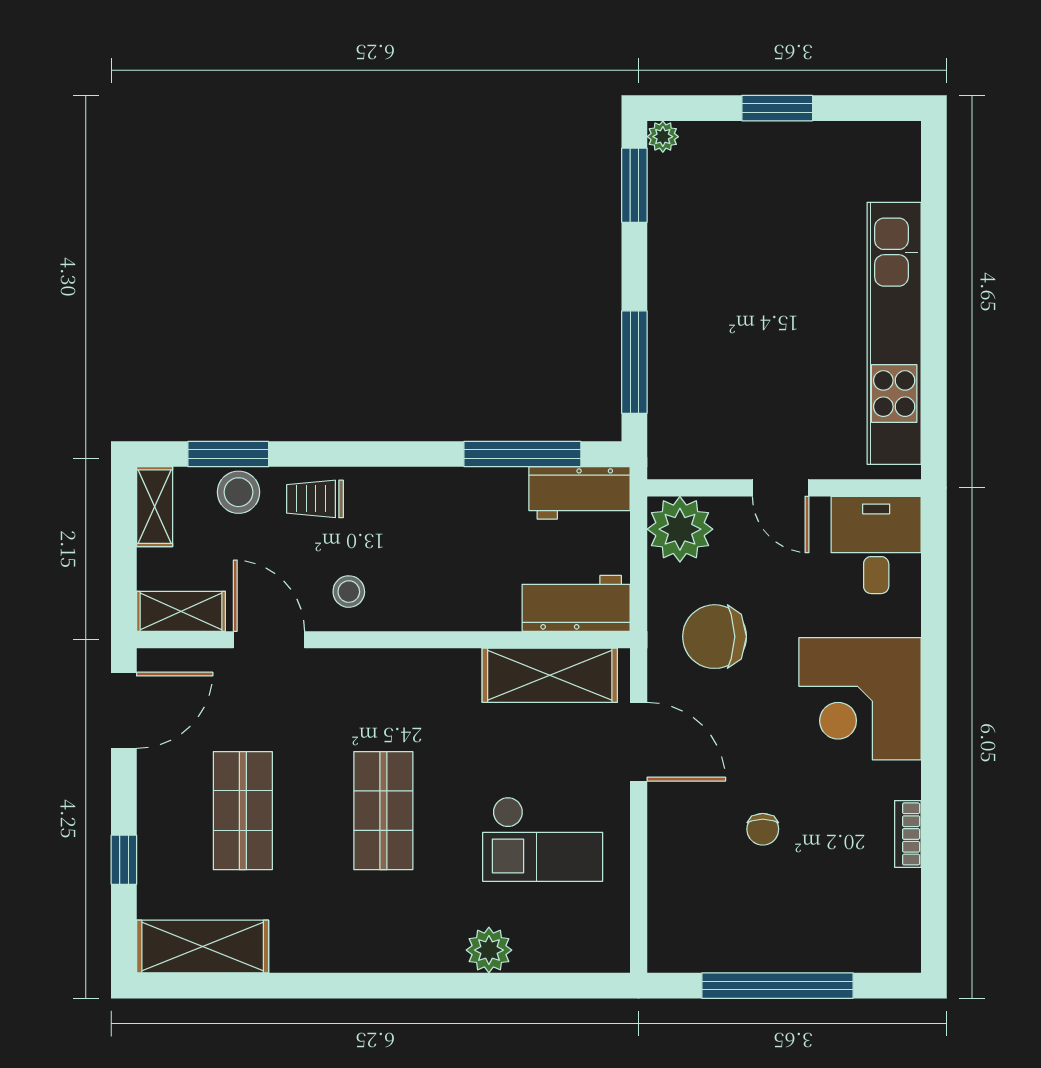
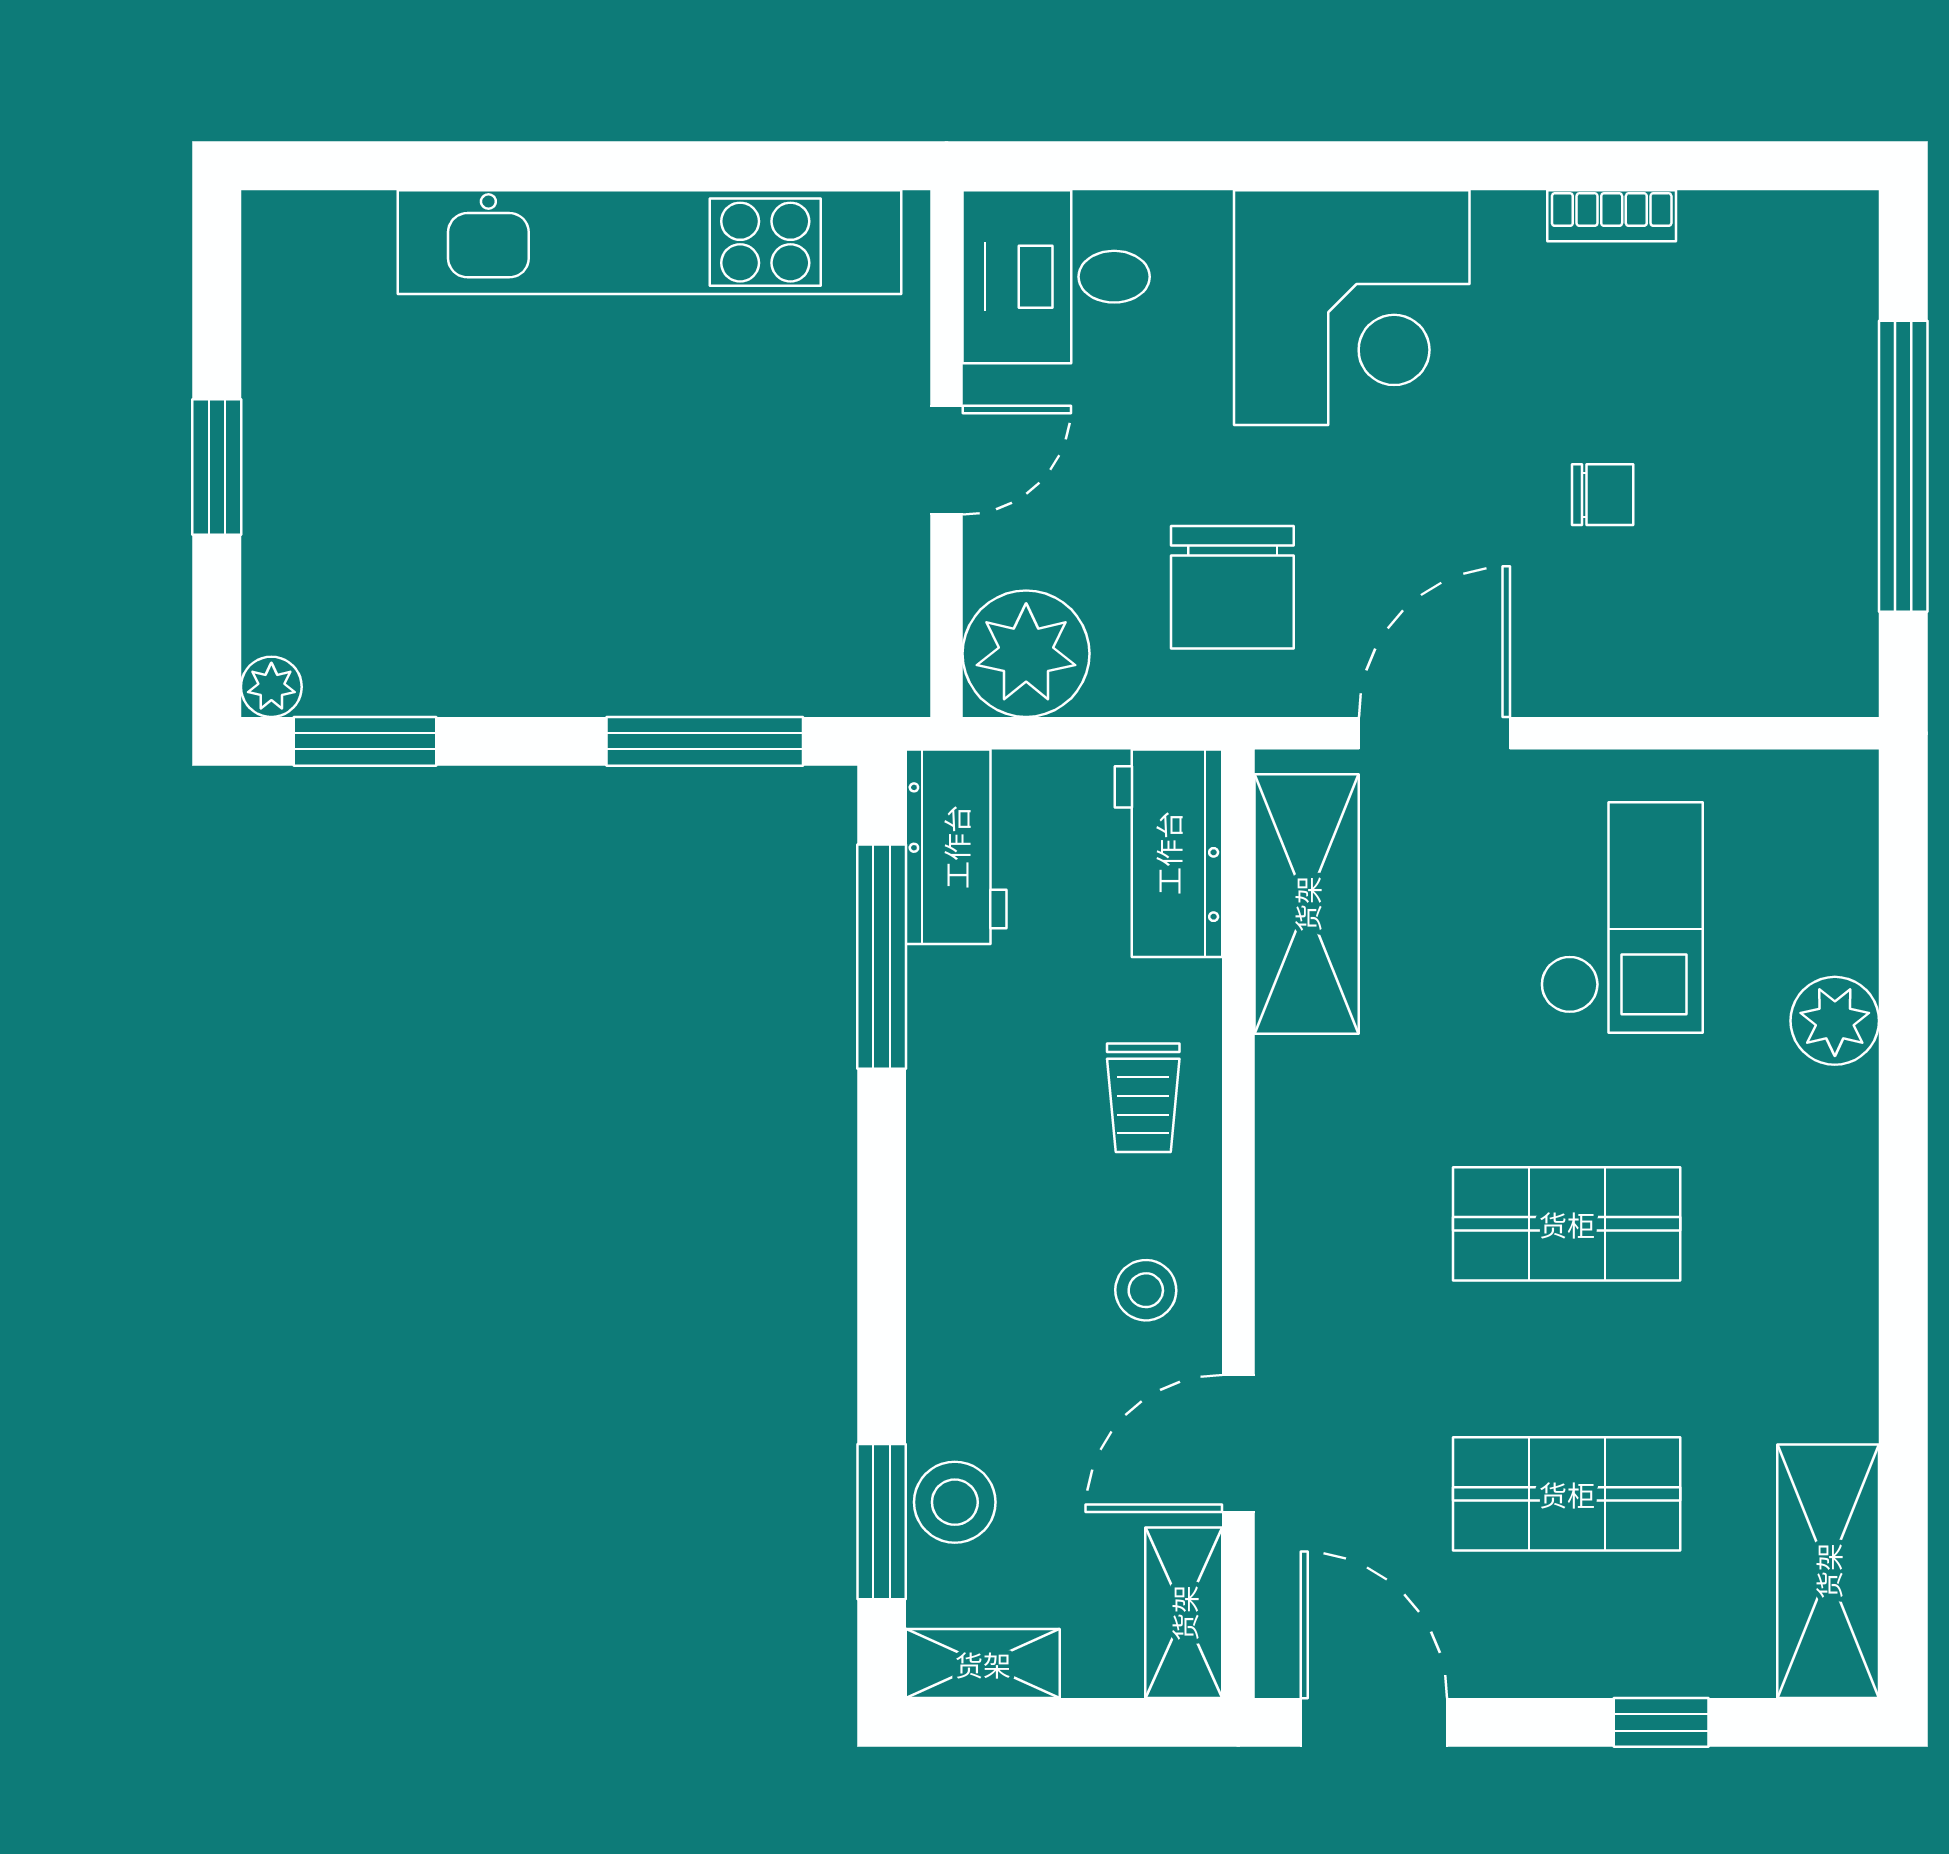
trolley: (315, 499) -> (1143, 1098), moved

